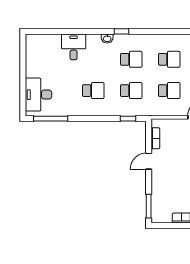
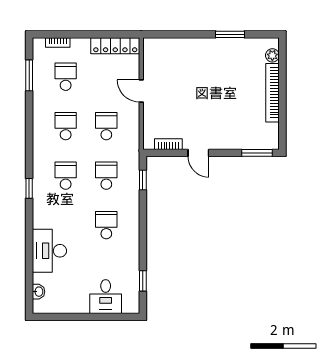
washbasin: (107, 39) -> (39, 292), moved
desk: (74, 47) -> (49, 251), width x1.37
desk: (38, 95) -> (106, 297), width x0.73
window: (51, 119) -> (143, 281), width x0.46

